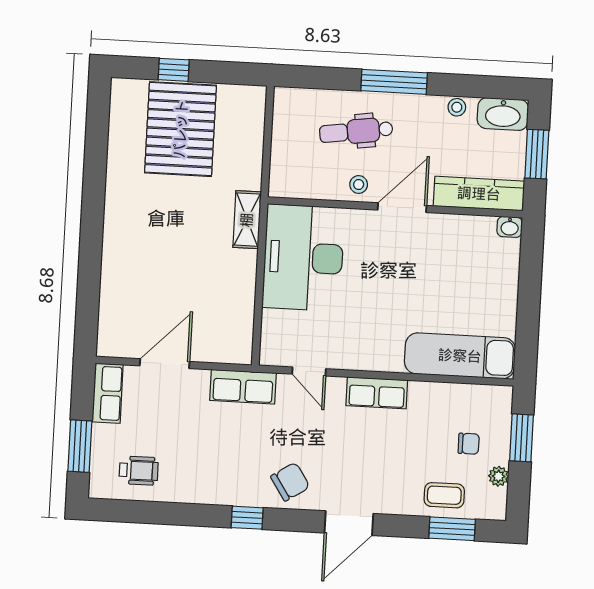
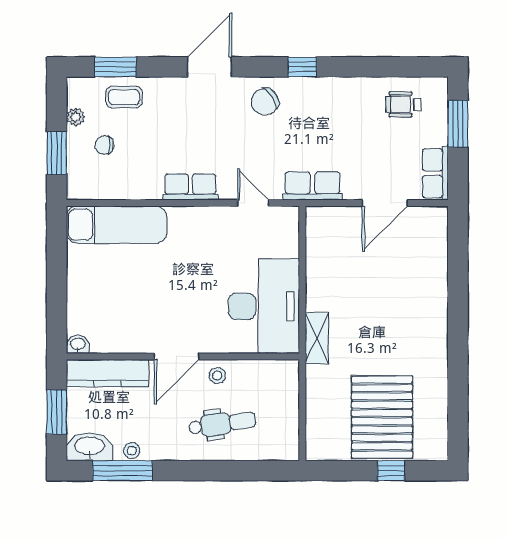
window: (394, 82) -> (123, 471), moved

